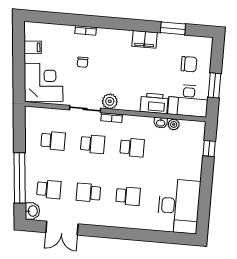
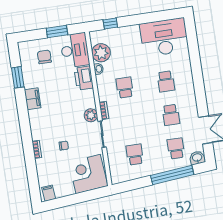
filing cabinet: (33, 47) -> (49, 193), moved
plant: (174, 124) -> (101, 53), width x1.87, depth x1.87
school desk: (93, 144) -> (130, 121), removed
school desk: (128, 196) -> (166, 81), turned 180

